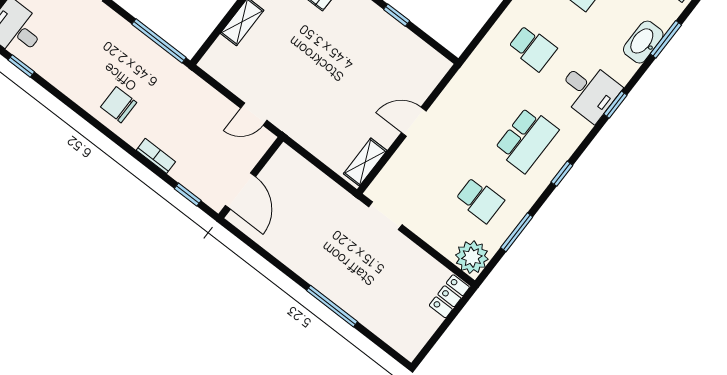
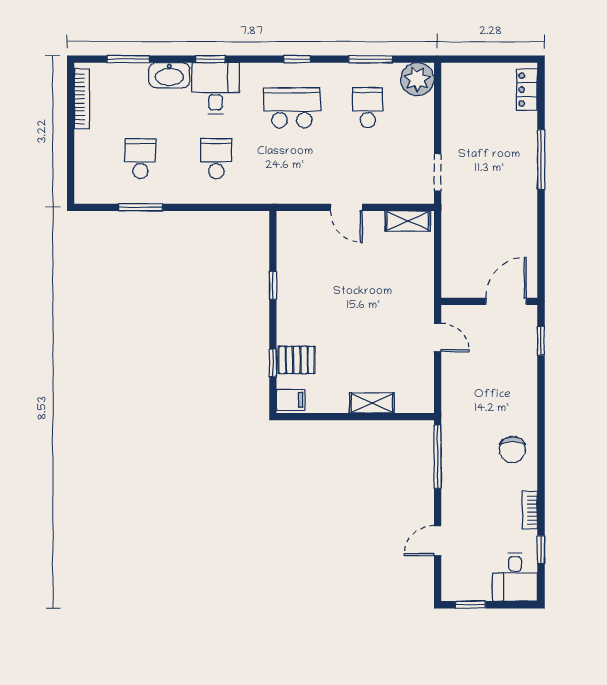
washbasin: (643, 42) -> (169, 75), moved
bookcase: (156, 156) -> (530, 510), moved
locker: (449, 296) -> (527, 90), moved, turned 90

